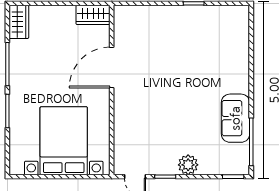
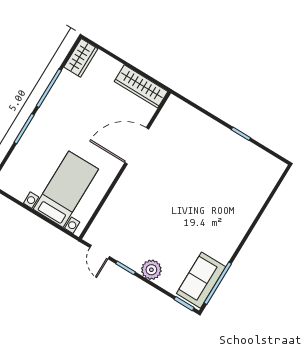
wardrobe: (93, 15) -> (141, 86), width x1.50
sofa: (235, 118) -> (201, 280), moved
bed with nightstands: (64, 141) -> (66, 189), width x0.73

